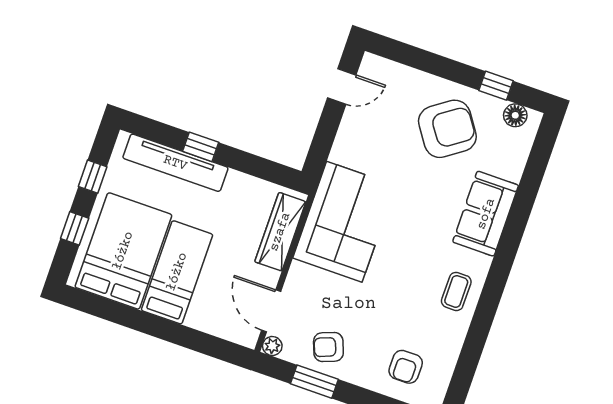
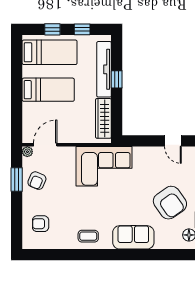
wardrobe: (280, 232) -> (103, 118), moved, turned -90
bed: (123, 251) -> (50, 52), width x0.67
armchair: (328, 347) -> (37, 181), turned -136

